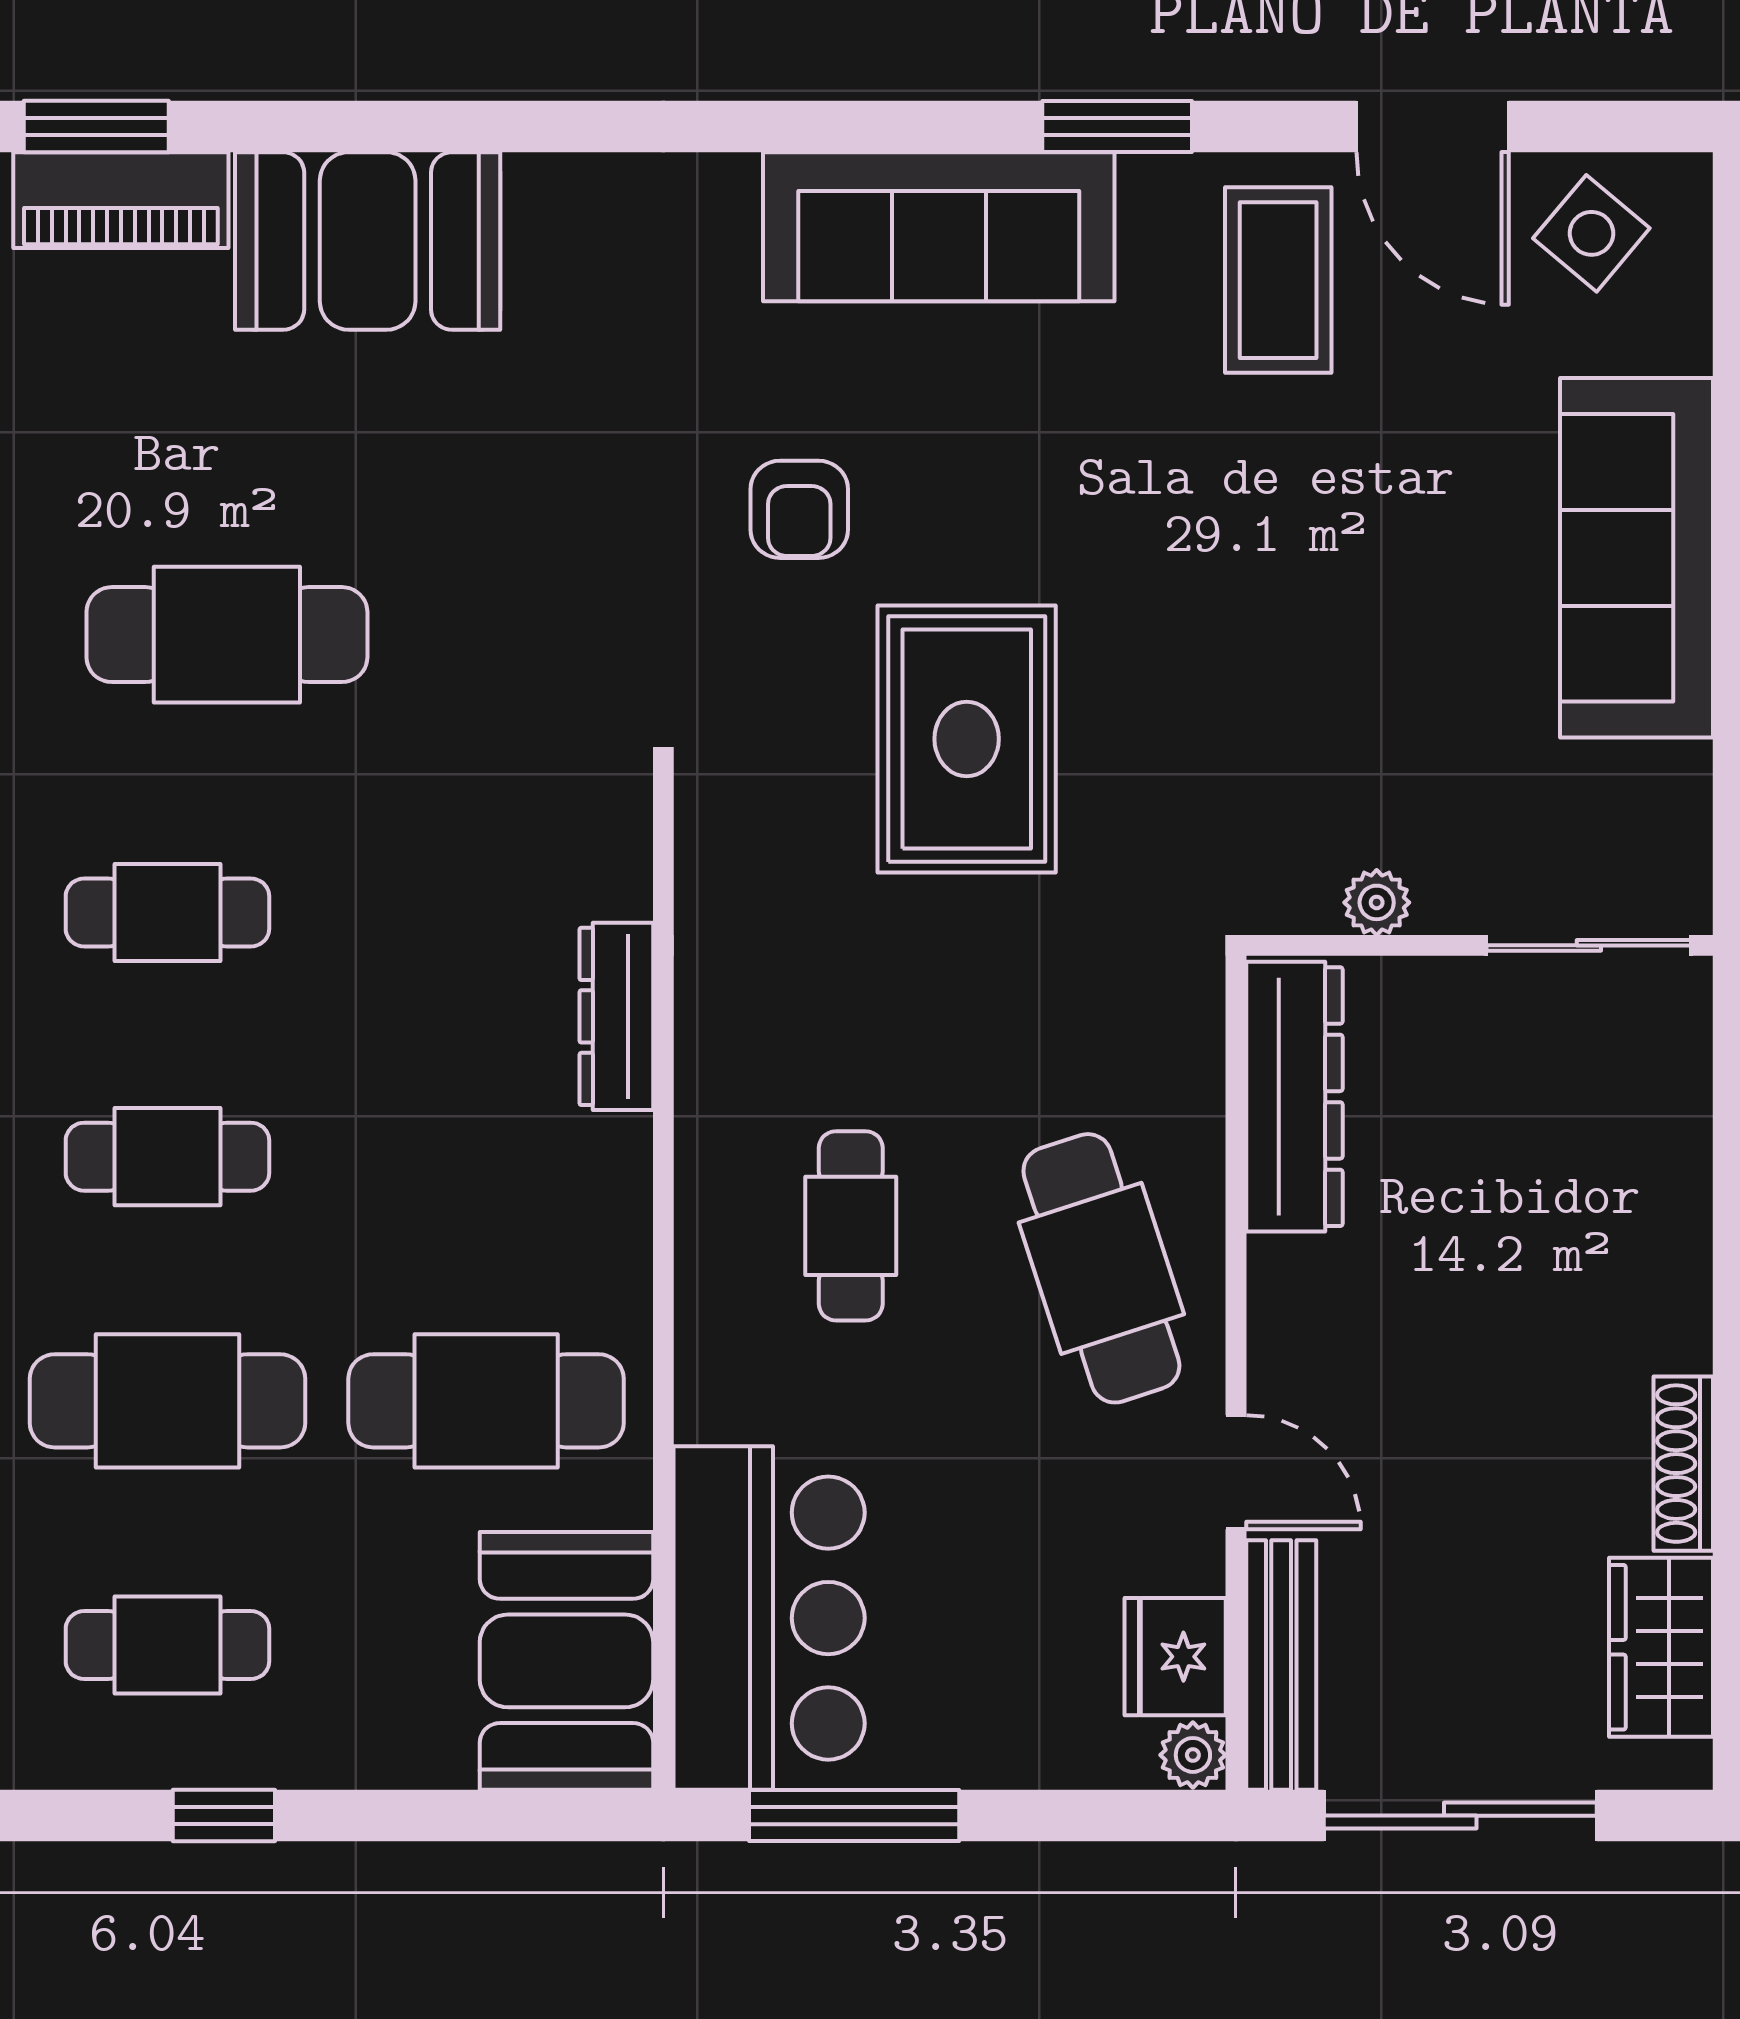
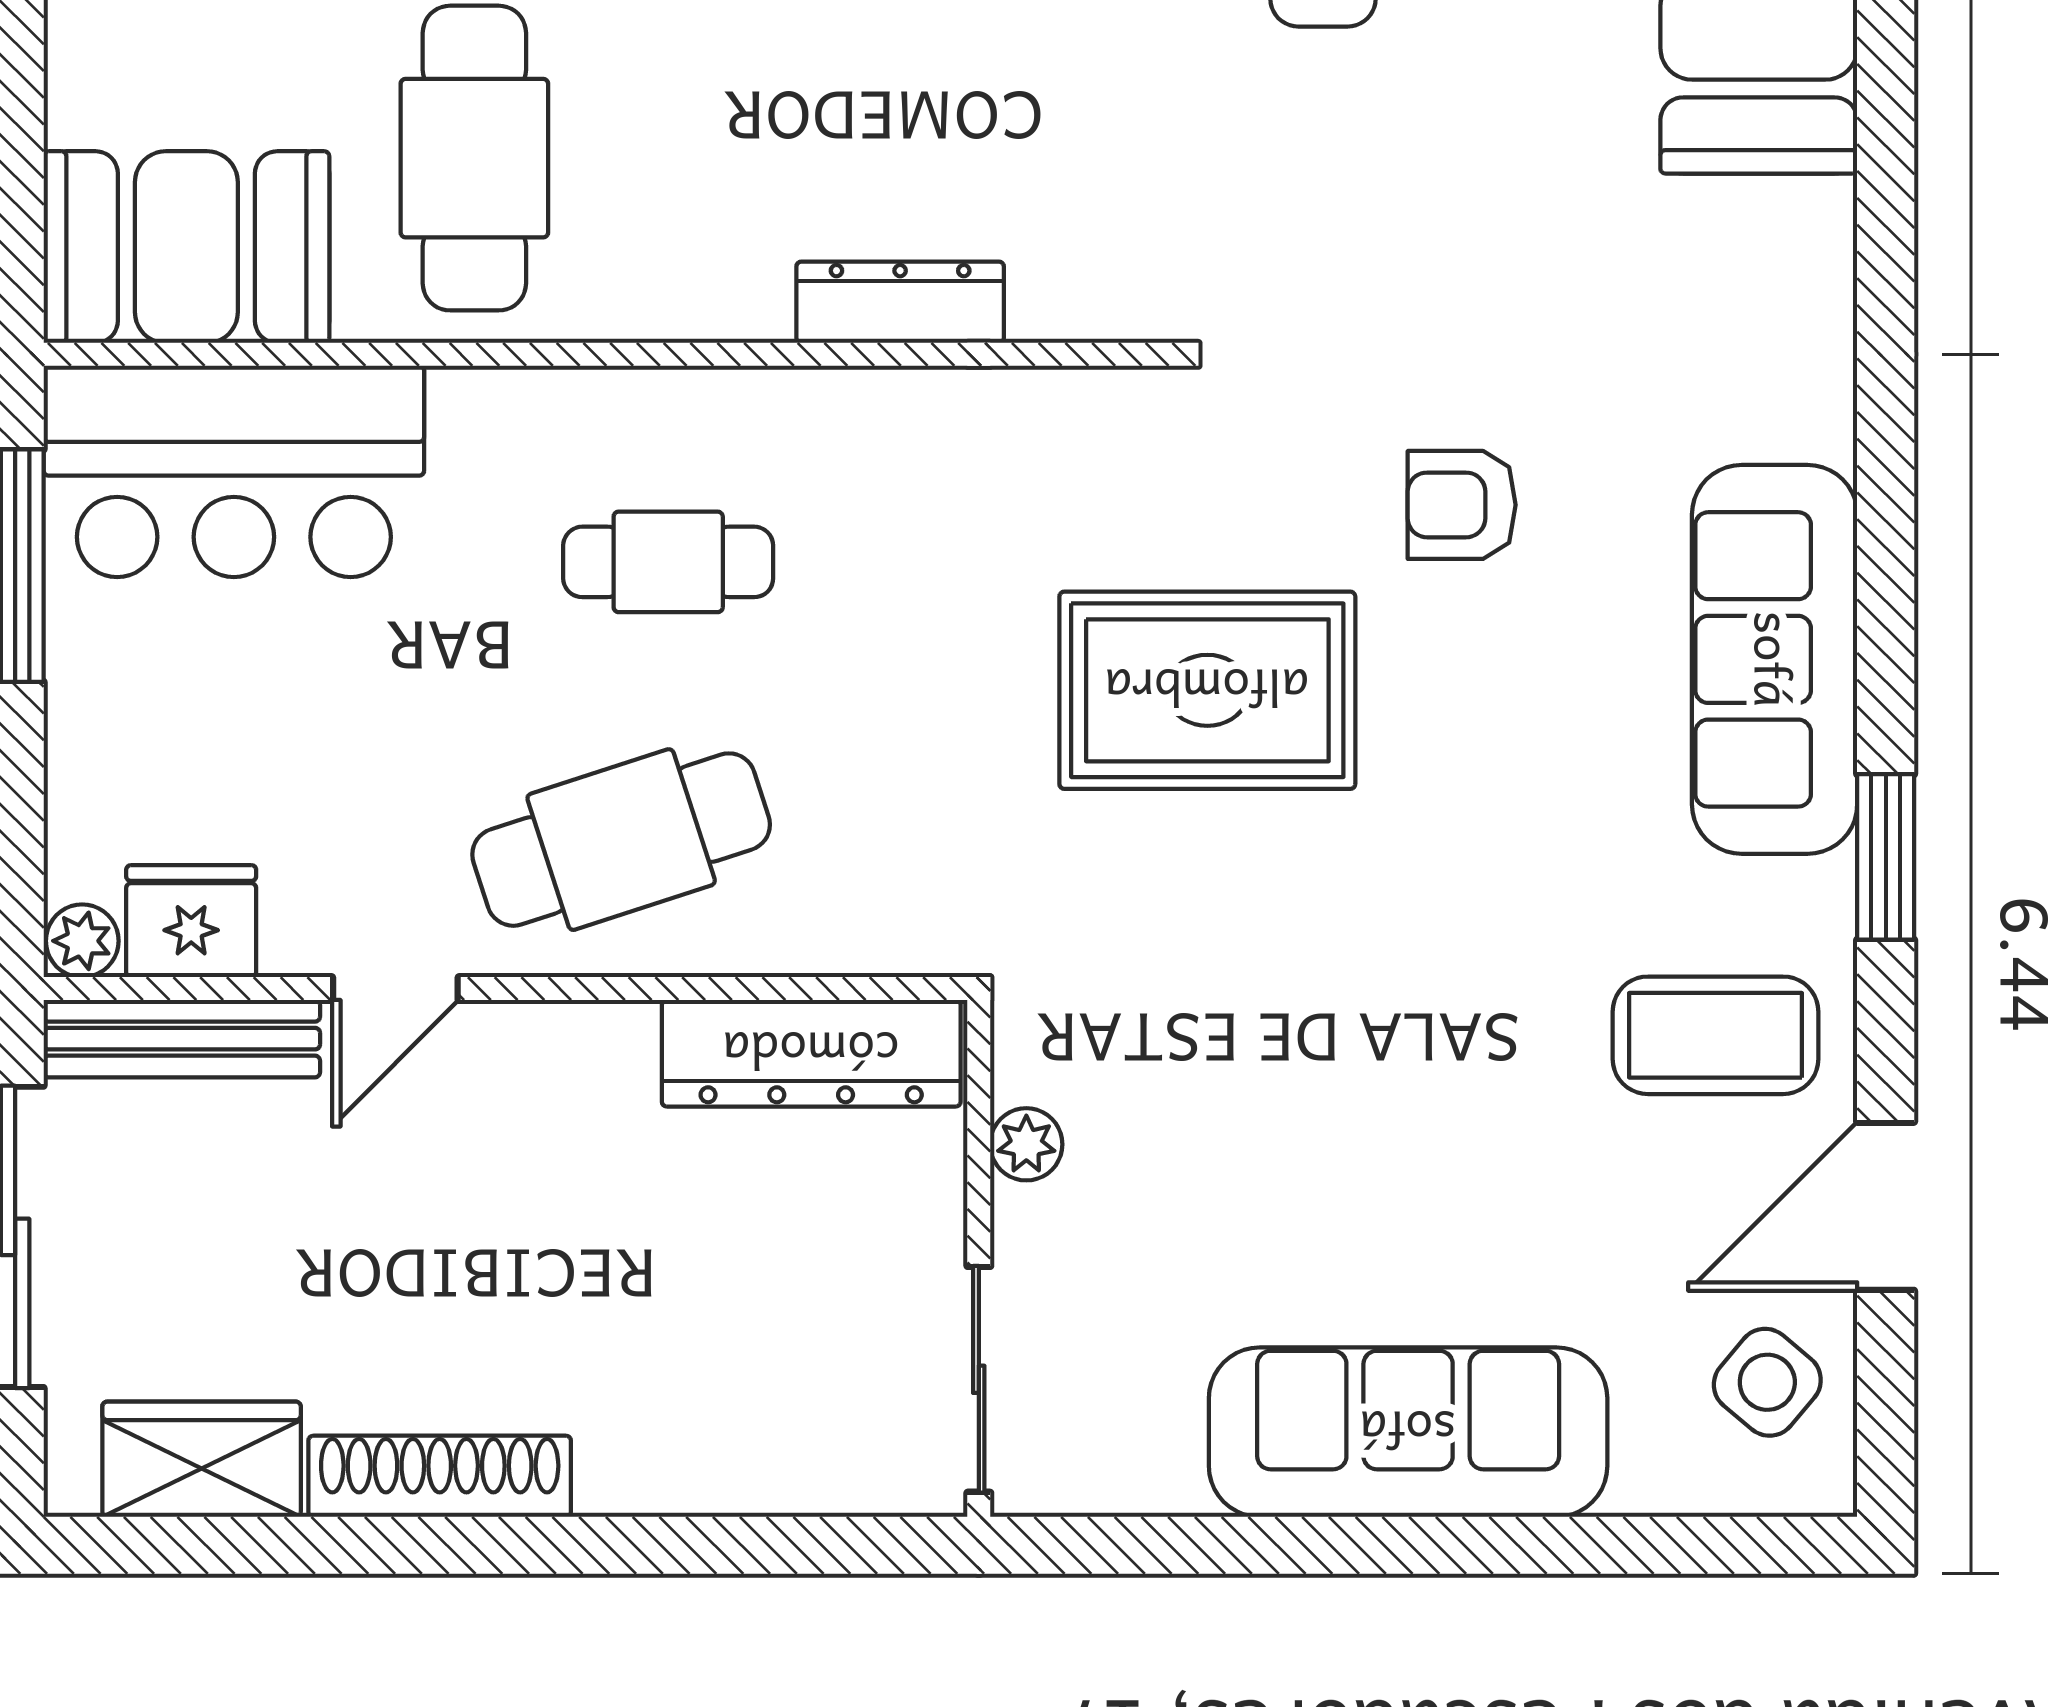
shoe rack: (1683, 1464) -> (440, 1476), width x1.36, depth x1.24

